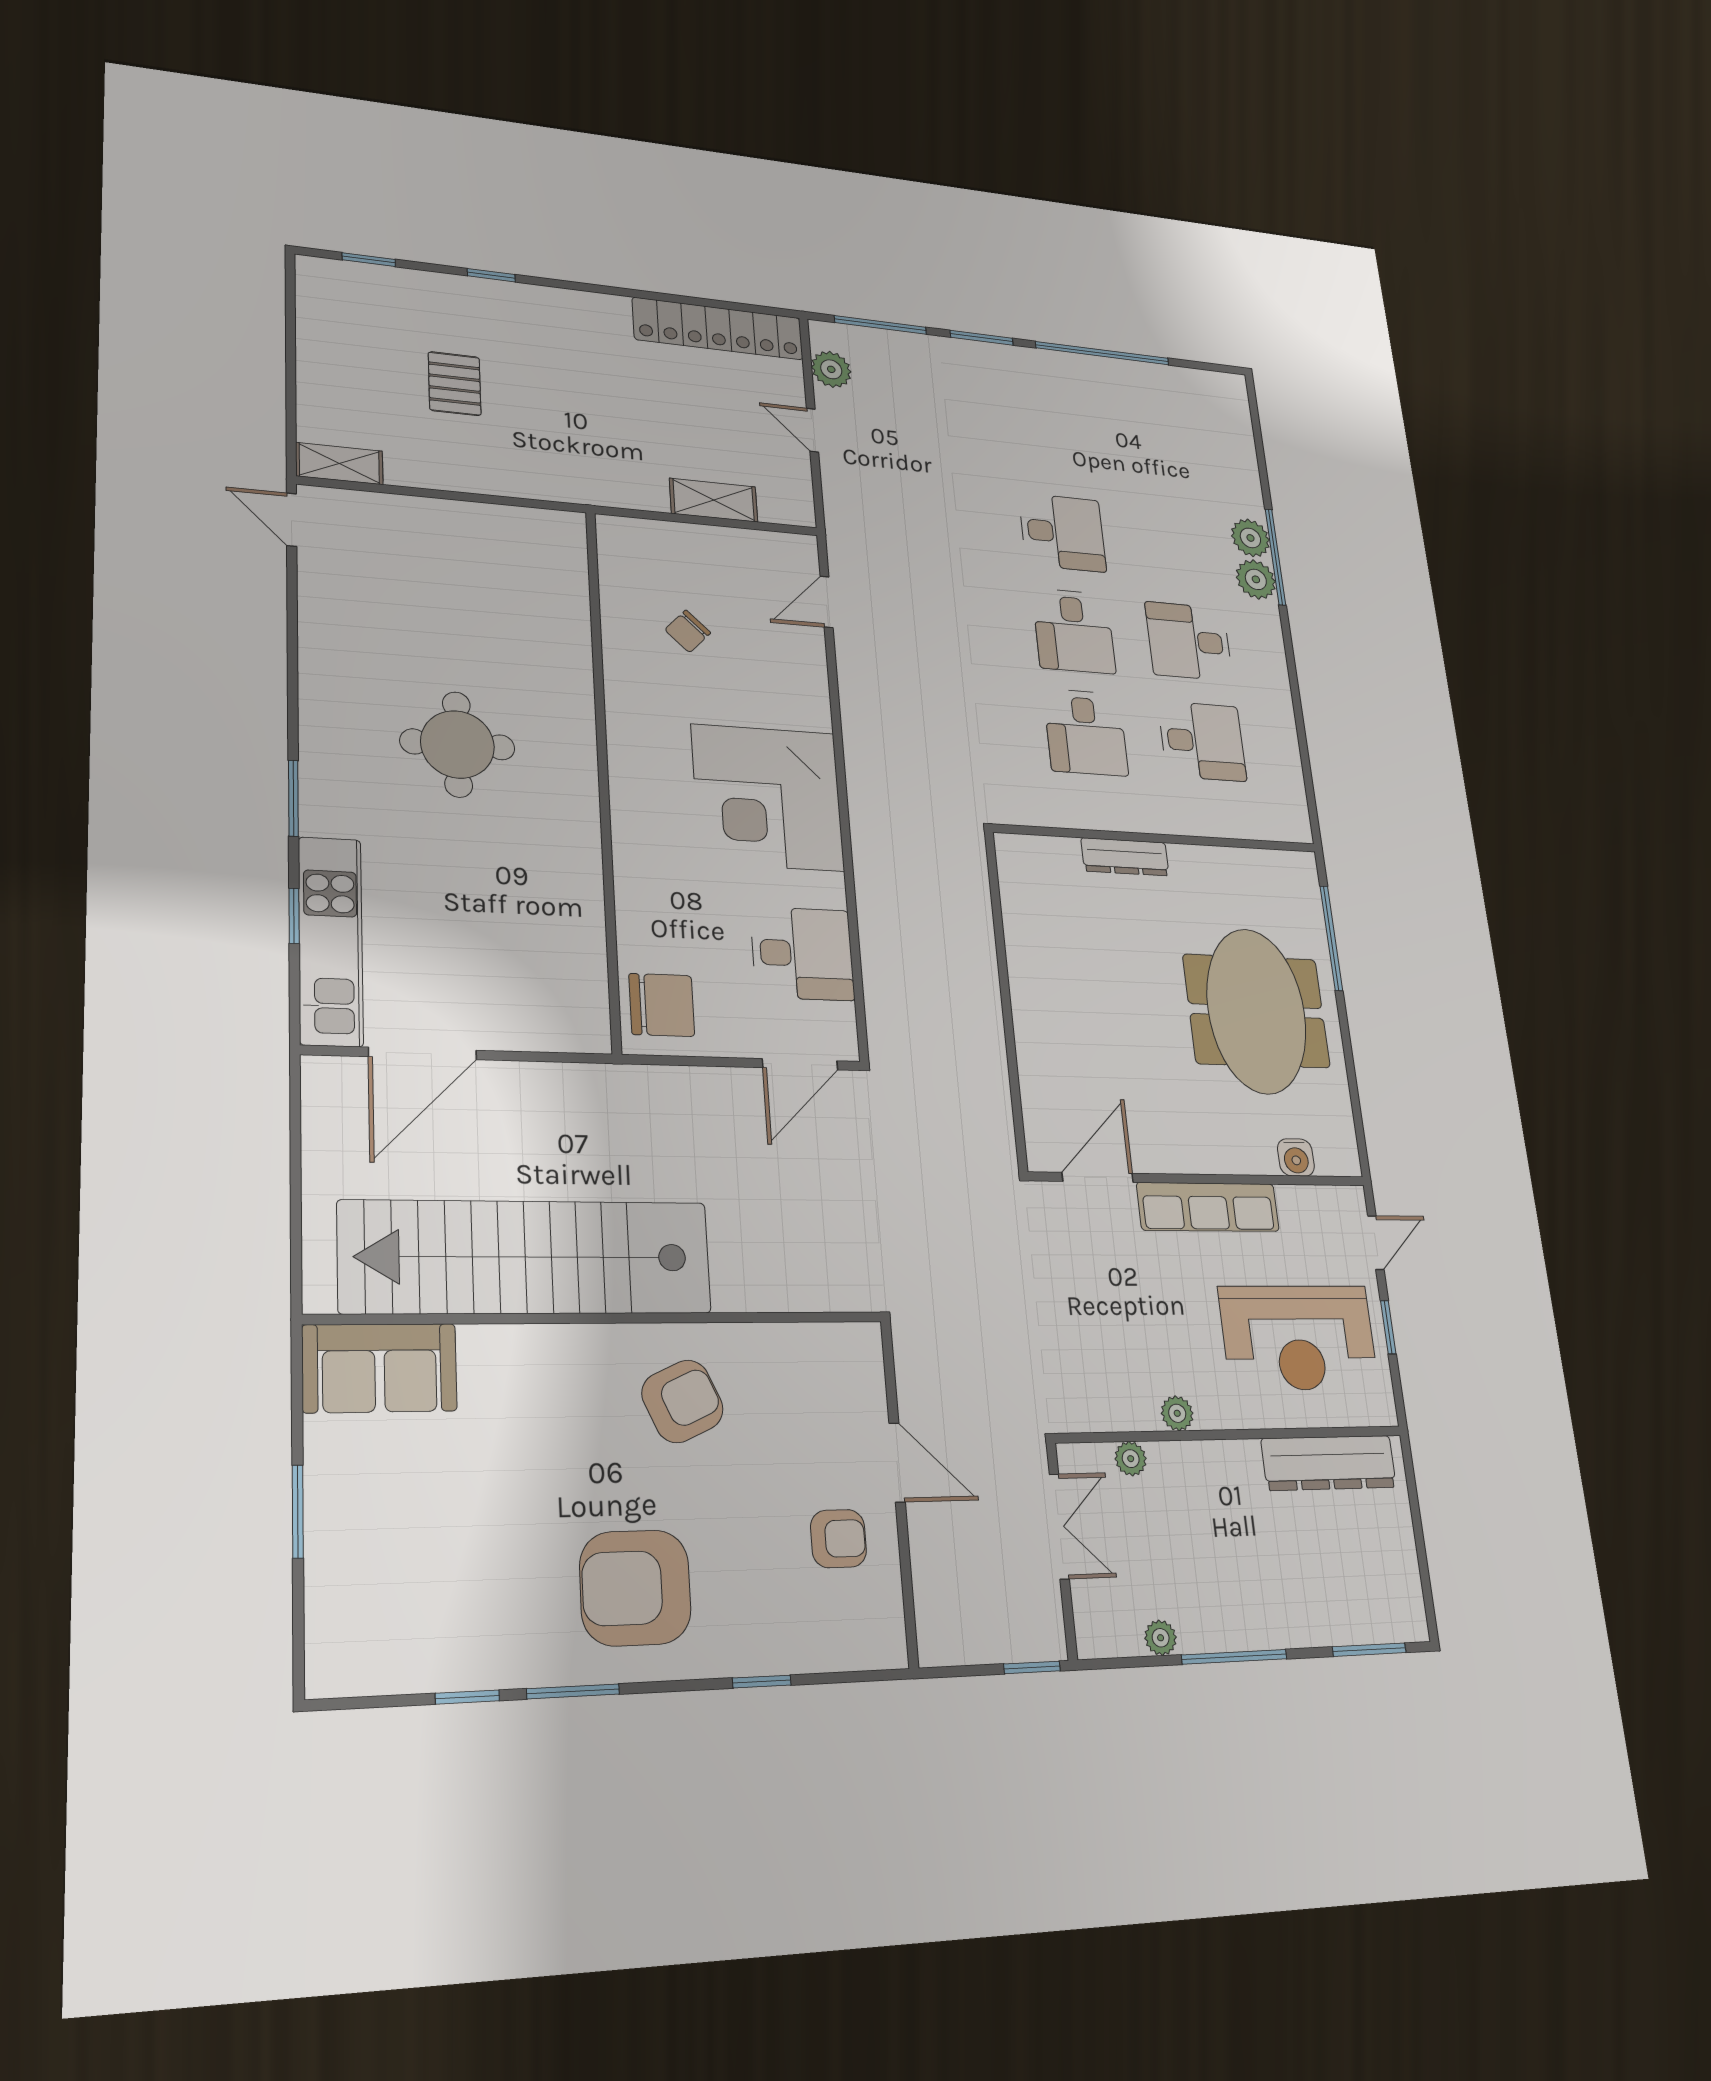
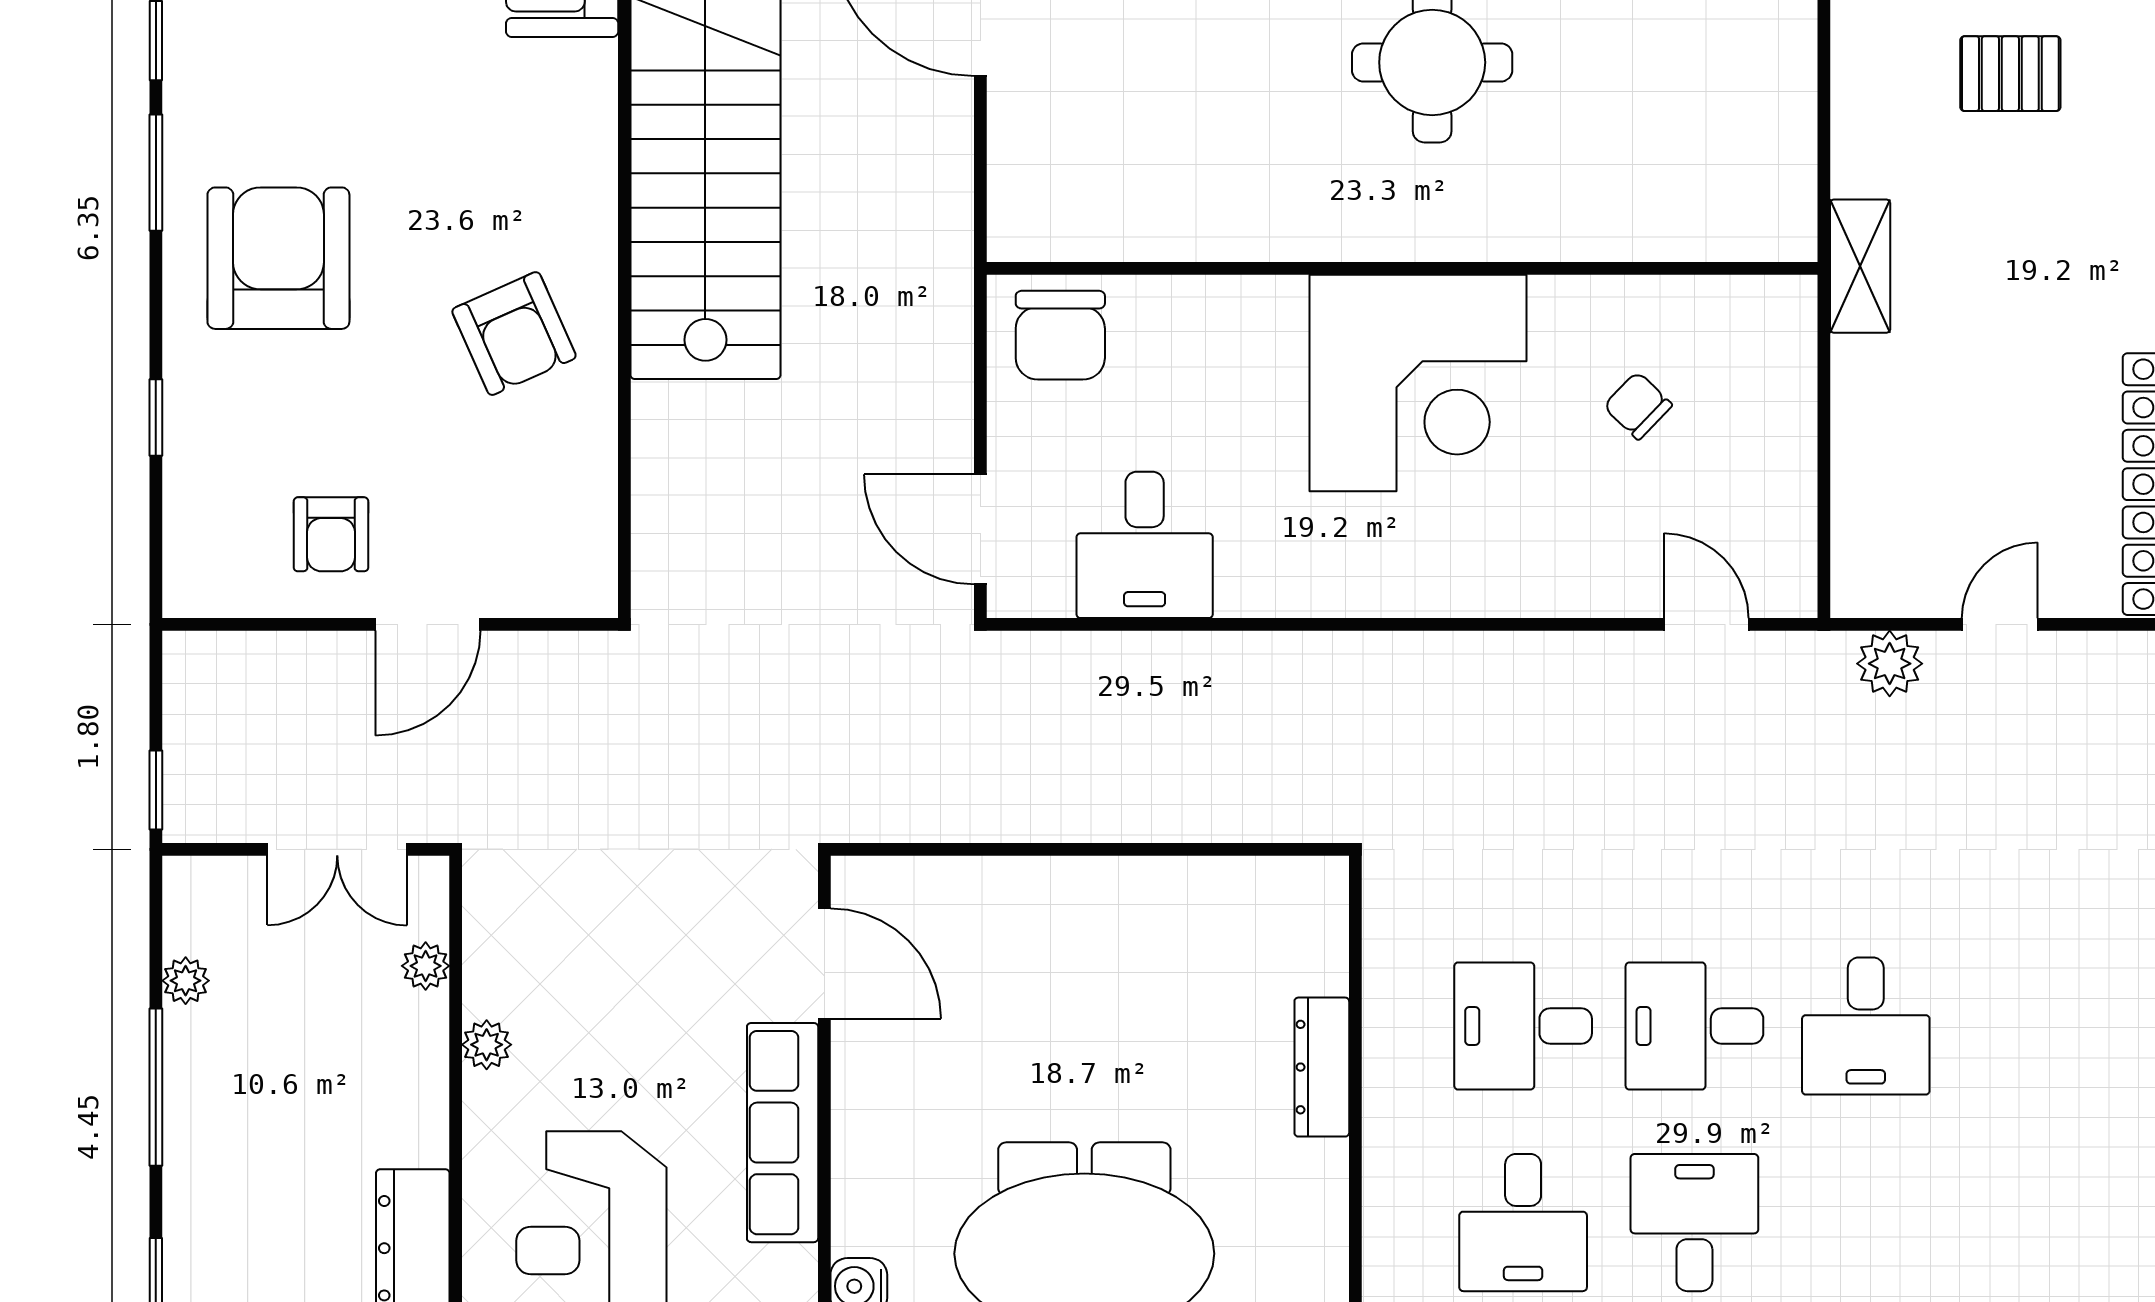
plant: (831, 369) -> (1890, 664), moved
shelving: (714, 500) -> (1860, 266), moved
corner desk: (768, 798) -> (1418, 383), moved, turned 180

